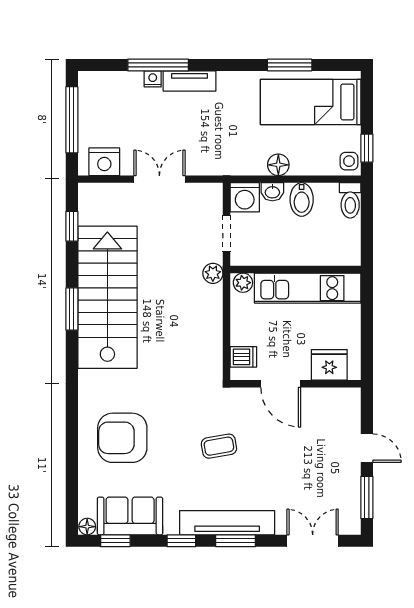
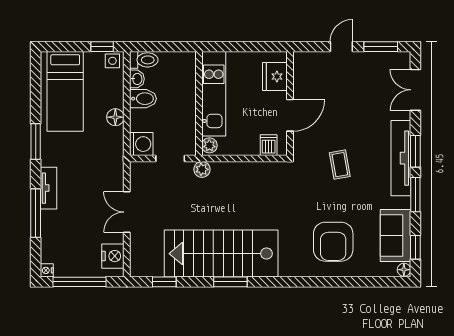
window: (290, 65) -> (36, 141), moved
nightstand: (153, 79) -> (47, 270), moved
washbasin: (272, 192) -> (137, 79), moved
window: (181, 541) -> (415, 195), width x1.50

